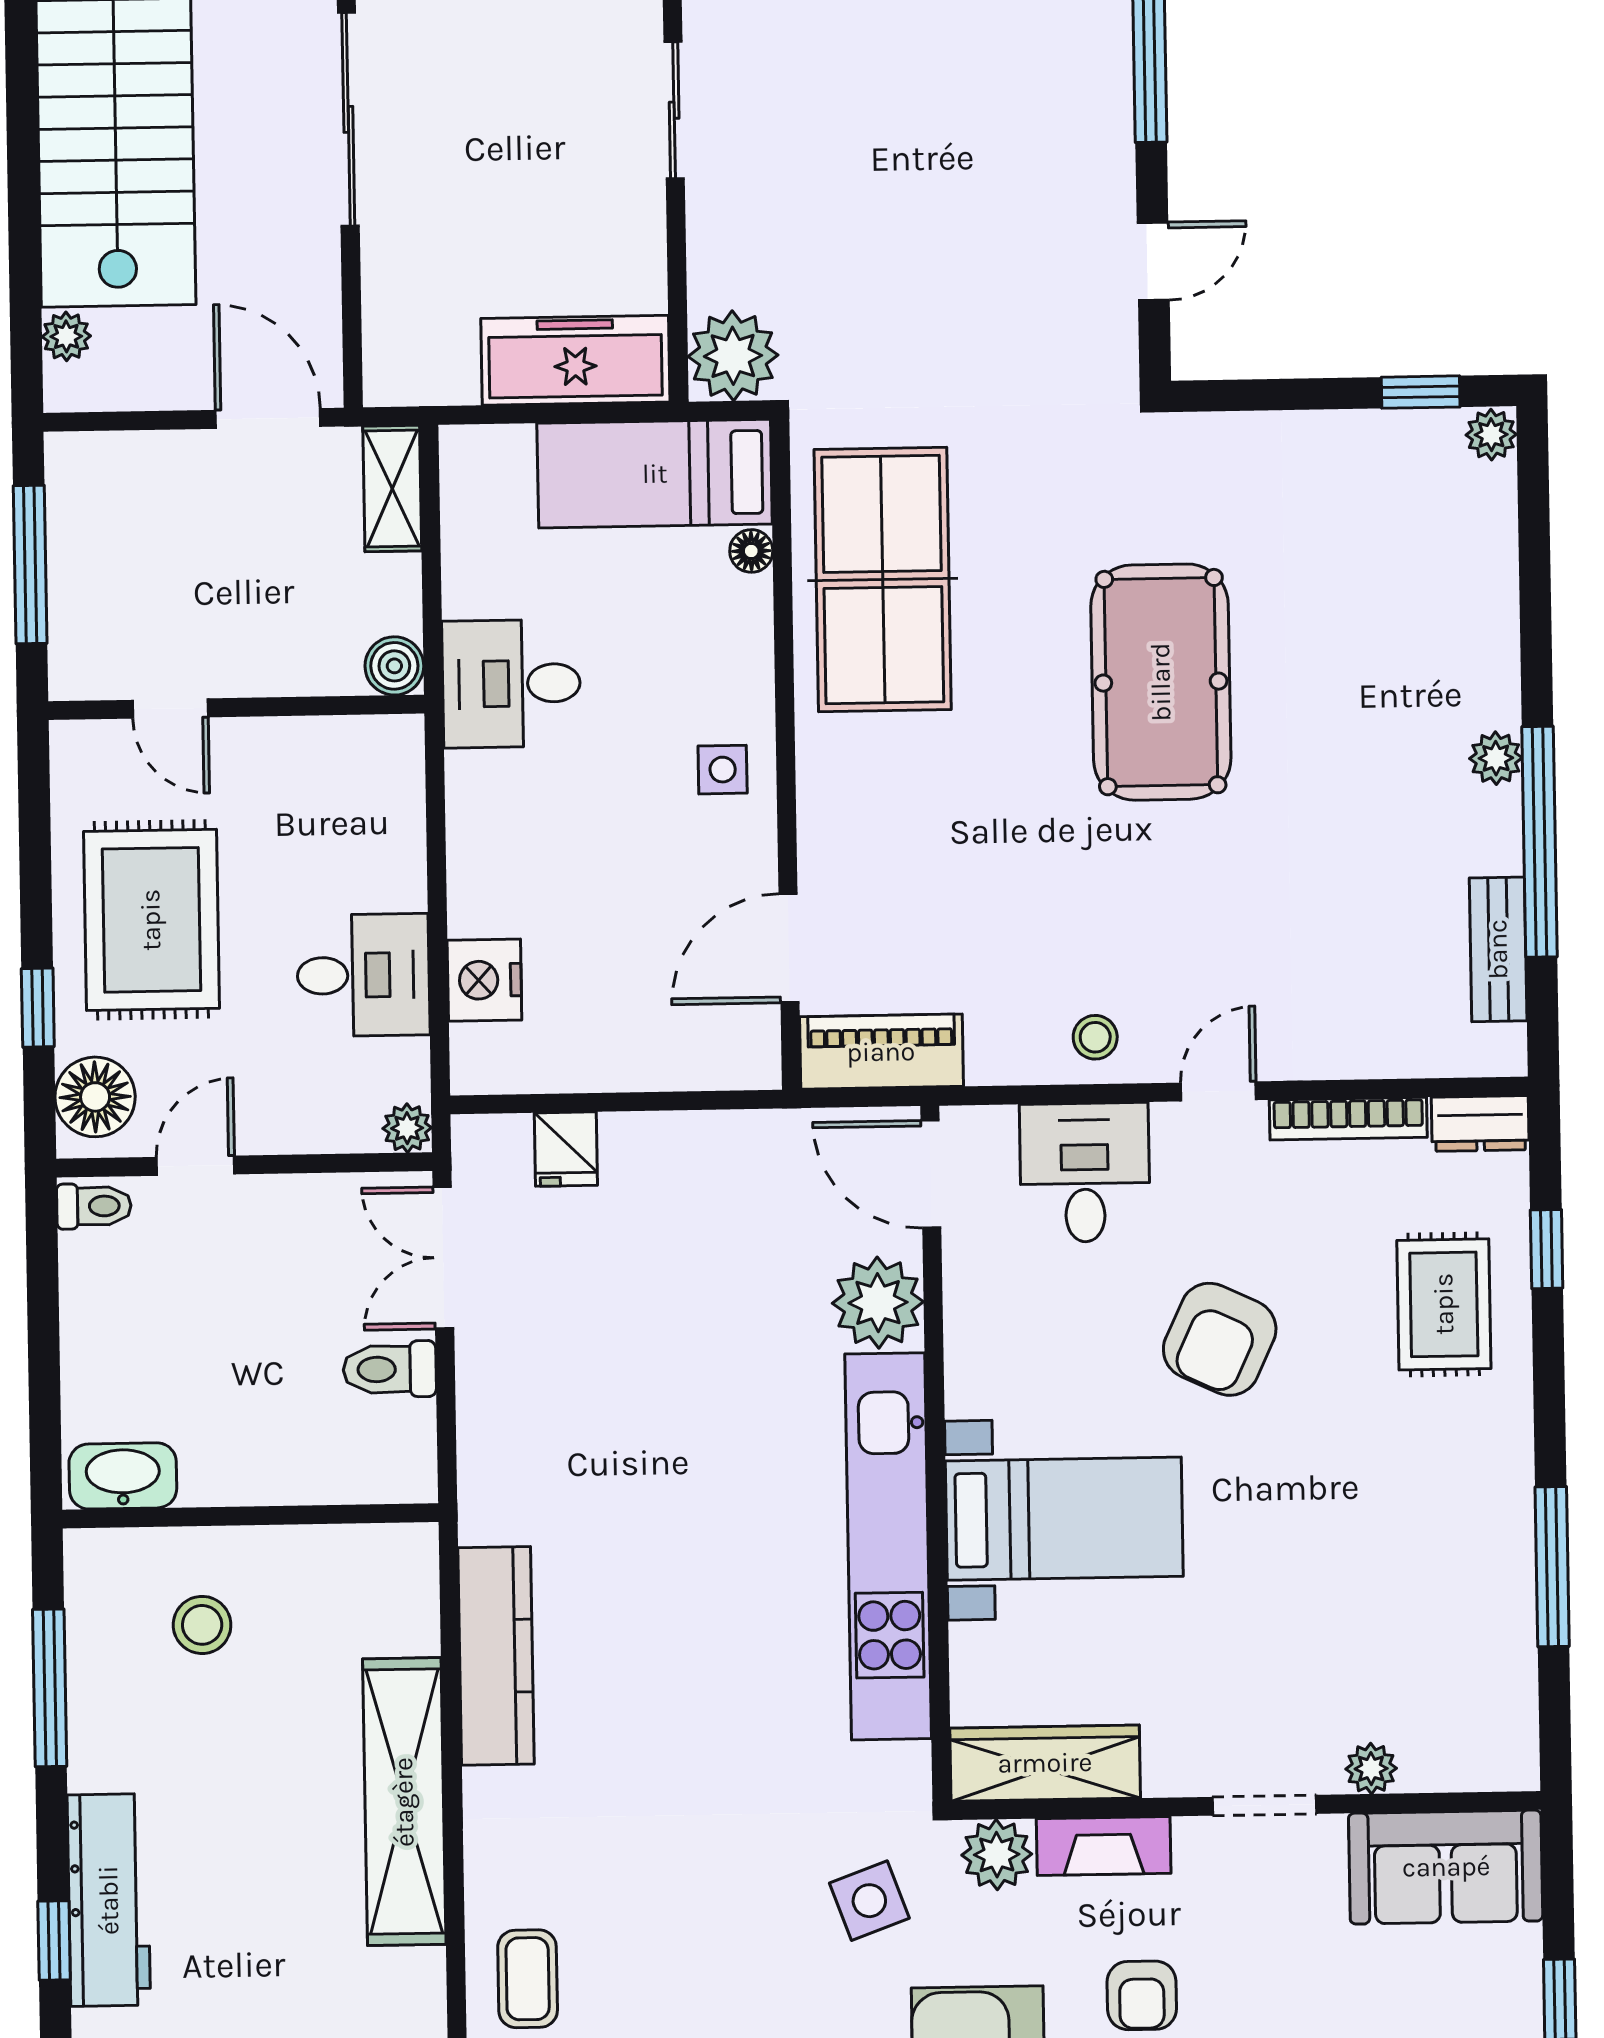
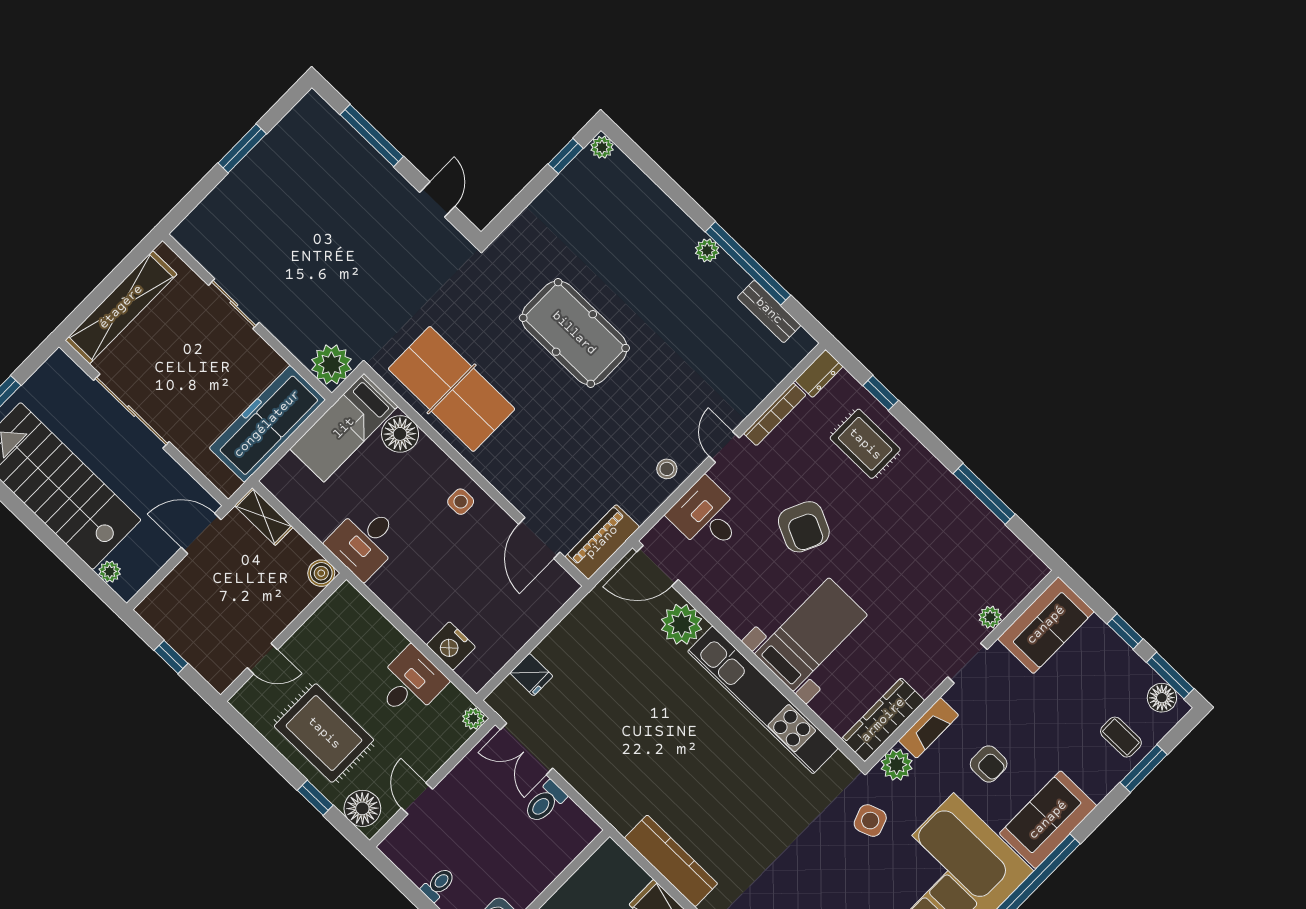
freezer: (575, 360) -> (267, 424), width x1.36, depth x1.26
floor lamp: (751, 551) -> (400, 434), width x1.89, depth x1.89
window: (30, 565) -> (171, 657), width x0.46
toilet: (94, 1206) -> (438, 884), moved

